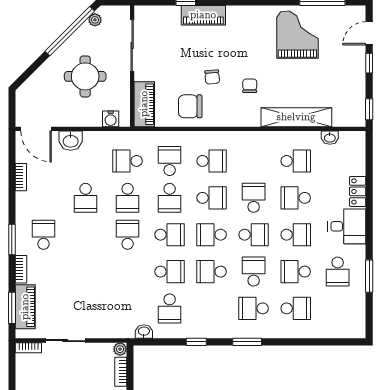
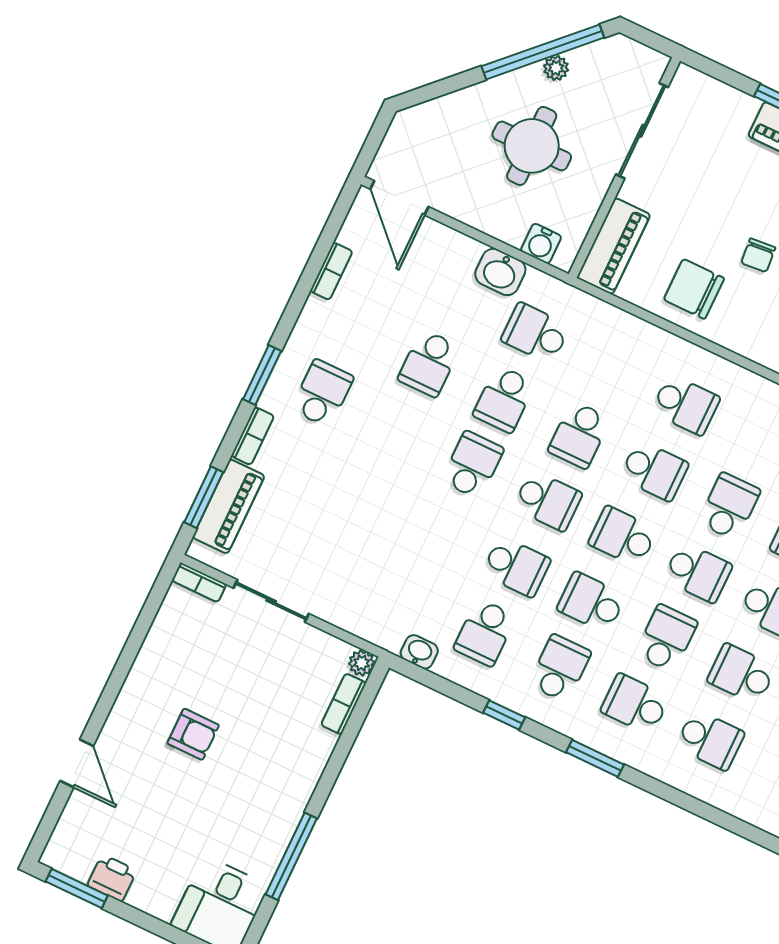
plant: (95, 20) -> (556, 68), moved
washbasin: (71, 141) -> (500, 272), moved
school desk: (170, 161) -> (560, 668), moved

